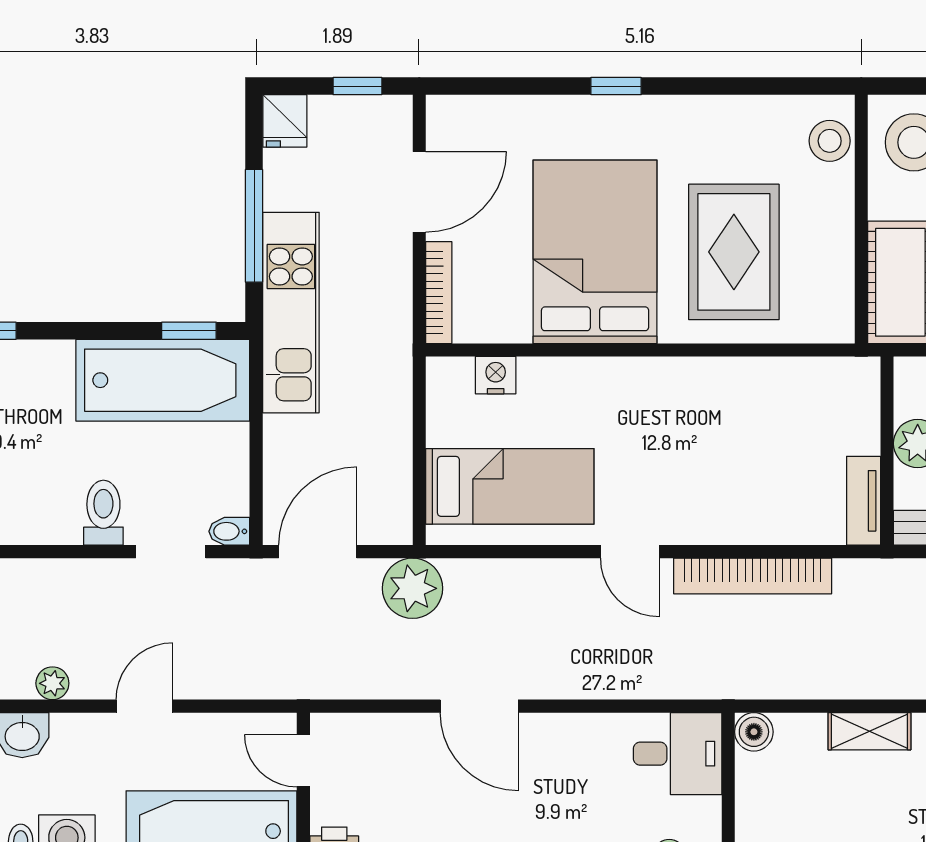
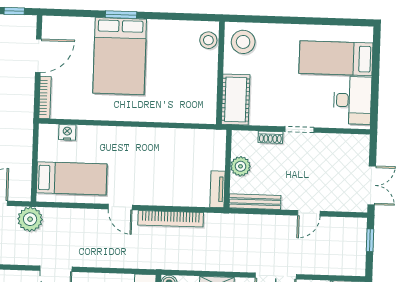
window: (616, 86) -> (121, 15), width x1.50
bed: (595, 252) -> (120, 56), moved, turned 180
rug: (734, 252) -> (167, 85), removed

